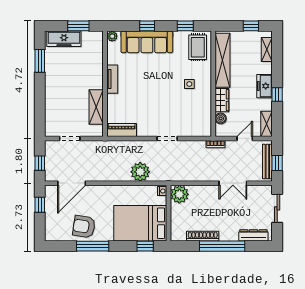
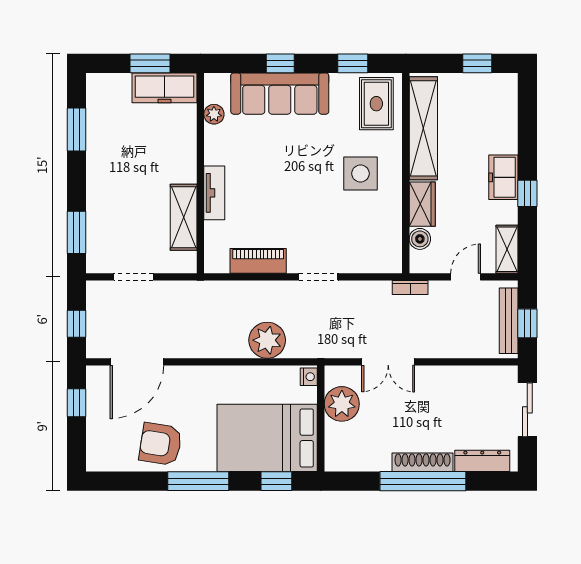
plant: (112, 36) -> (214, 114), moved
freezer: (64, 39) -> (165, 88), moved
shelving: (267, 50) -> (508, 108), removed
tv unit: (112, 79) -> (214, 193), moved
side table: (189, 84) -> (360, 174), width x1.87, depth x1.87
window: (40, 115) -> (76, 232), added
piano: (122, 130) -> (258, 261), moved
double door: (233, 183) -> (388, 362), moved
plant: (179, 194) -> (342, 404), moved
shoe rack: (203, 236) -> (423, 462), moved
window: (93, 246) -> (198, 481), moved

